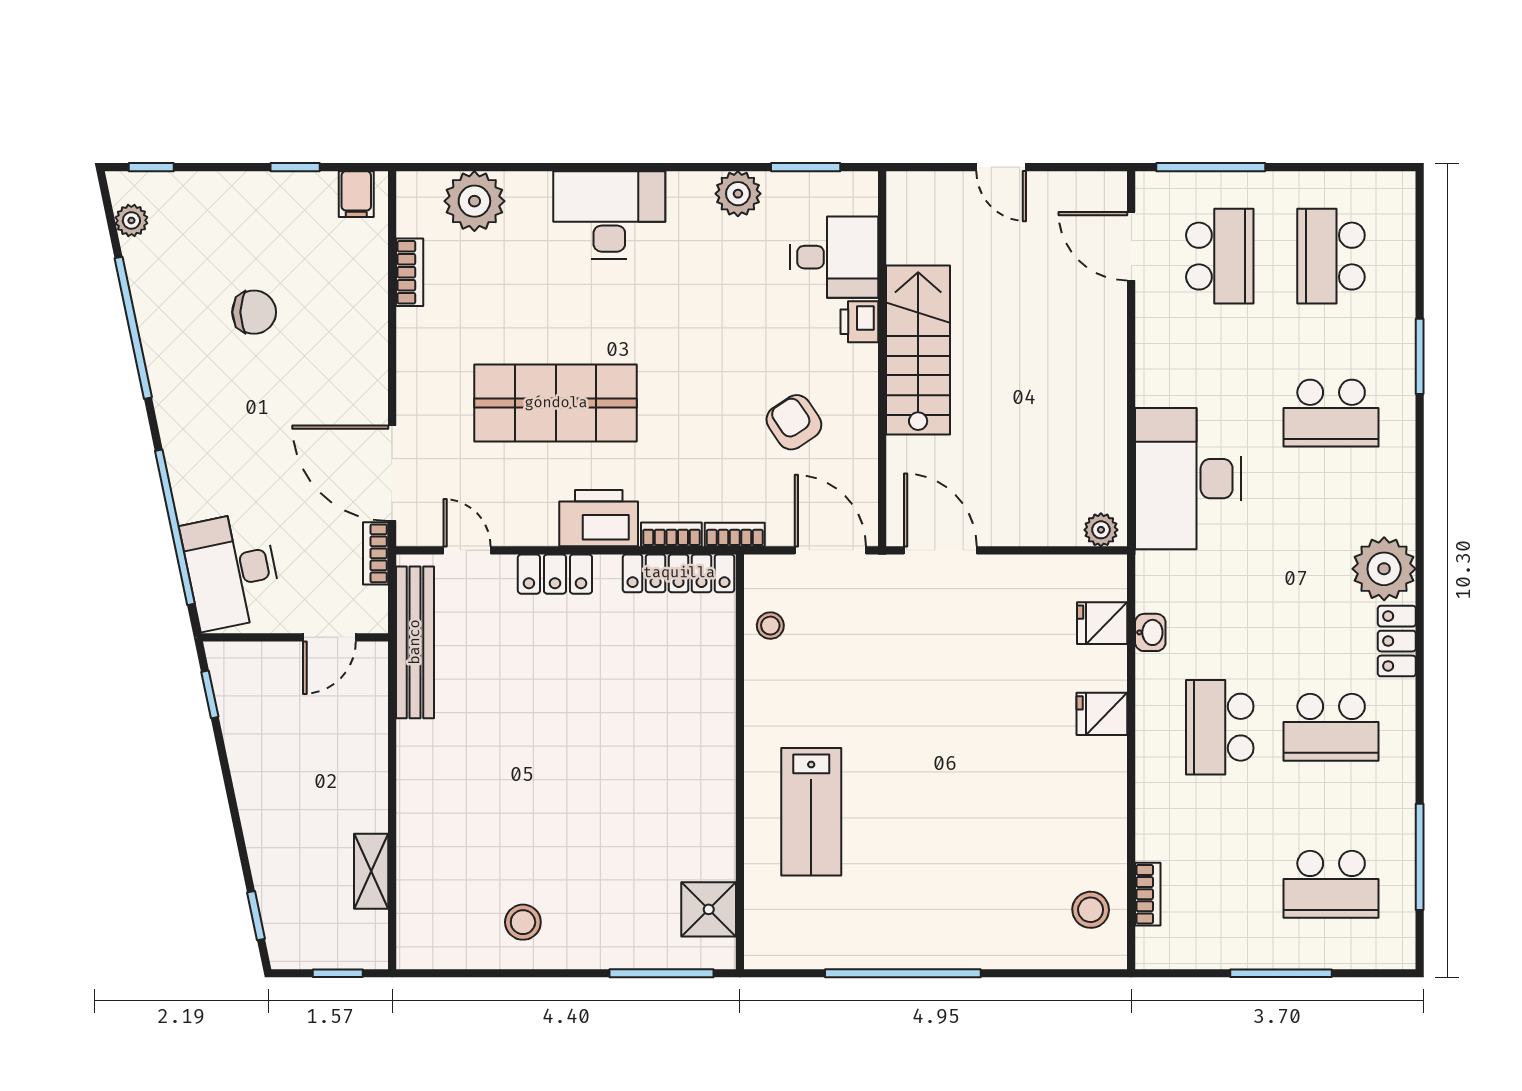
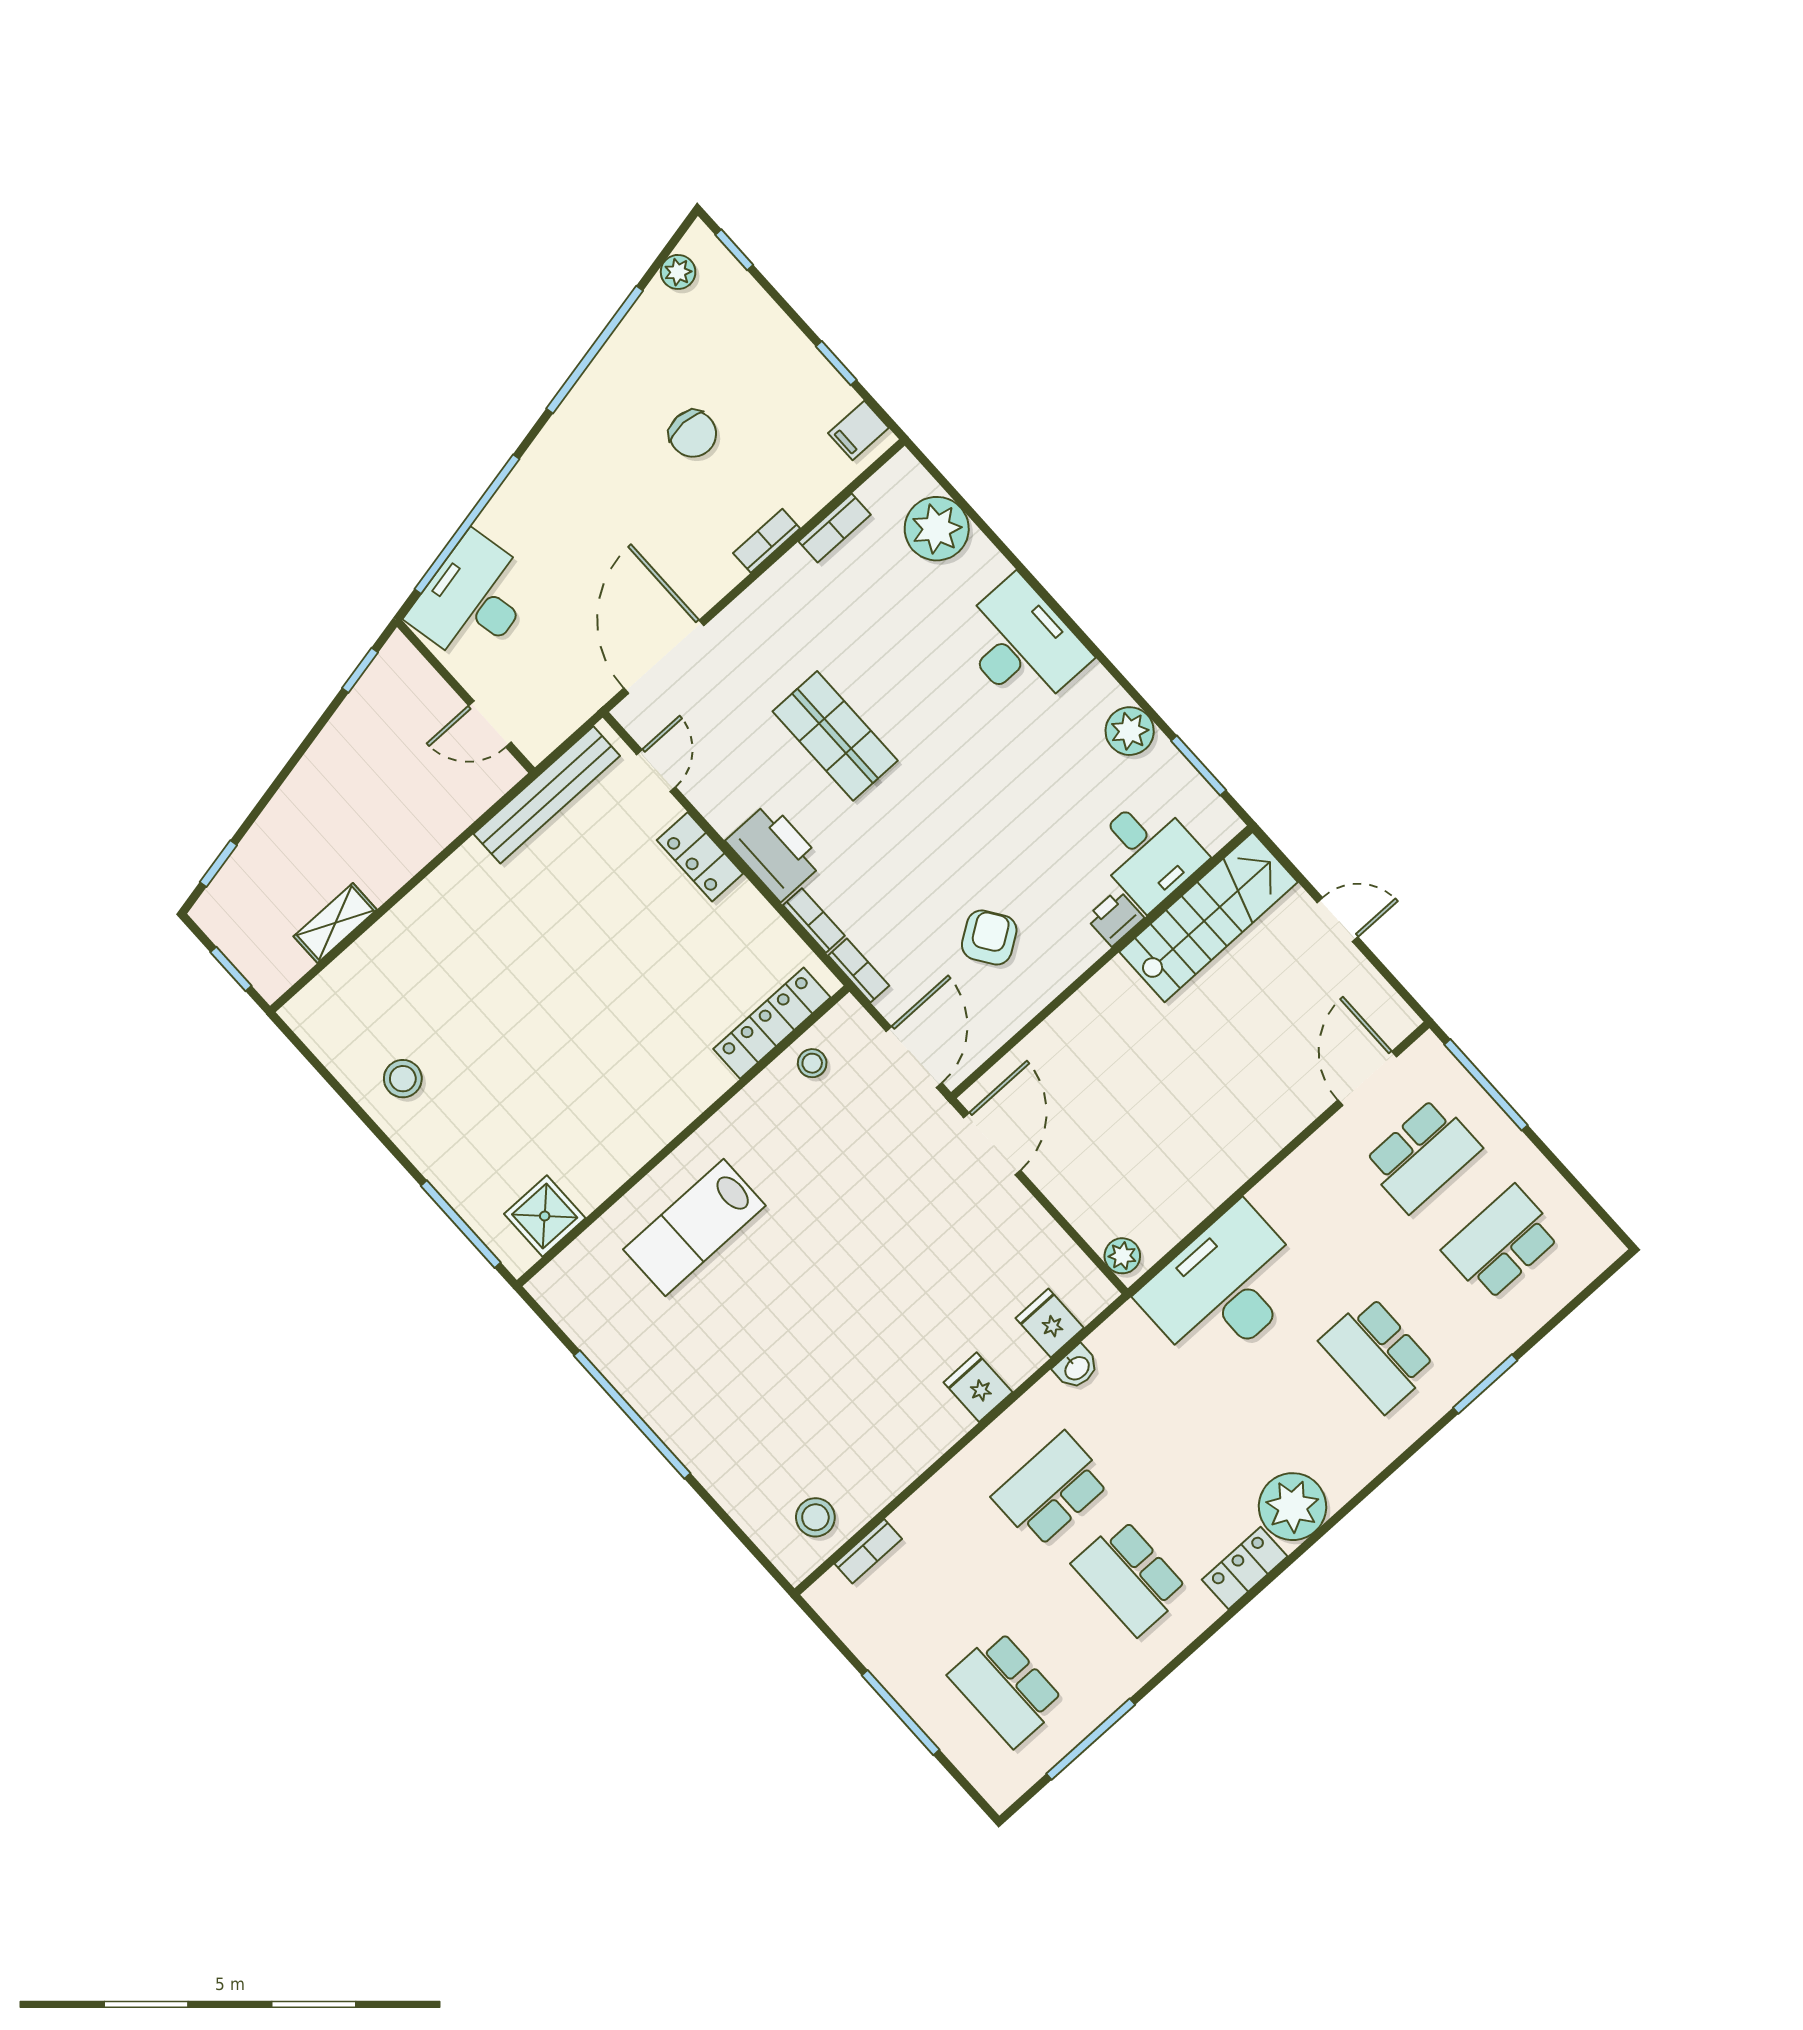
door: (1001, 167) -> (1337, 920), swing flipped
stairs: (918, 350) -> (1209, 917), moved
shop shelf: (556, 403) -> (835, 736), width x0.70, depth x0.74
bookcase: (376, 553) -> (767, 541), moved
locker: (679, 573) -> (772, 1023), moved, turned 90

